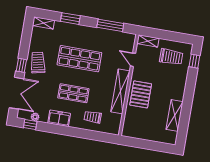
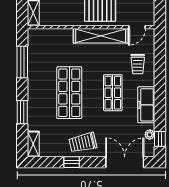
door: (133, 60) -> (137, 27), moved
window: (21, 65) -> (72, 162), moved
freezer: (59, 118) -> (146, 105), width x1.40

